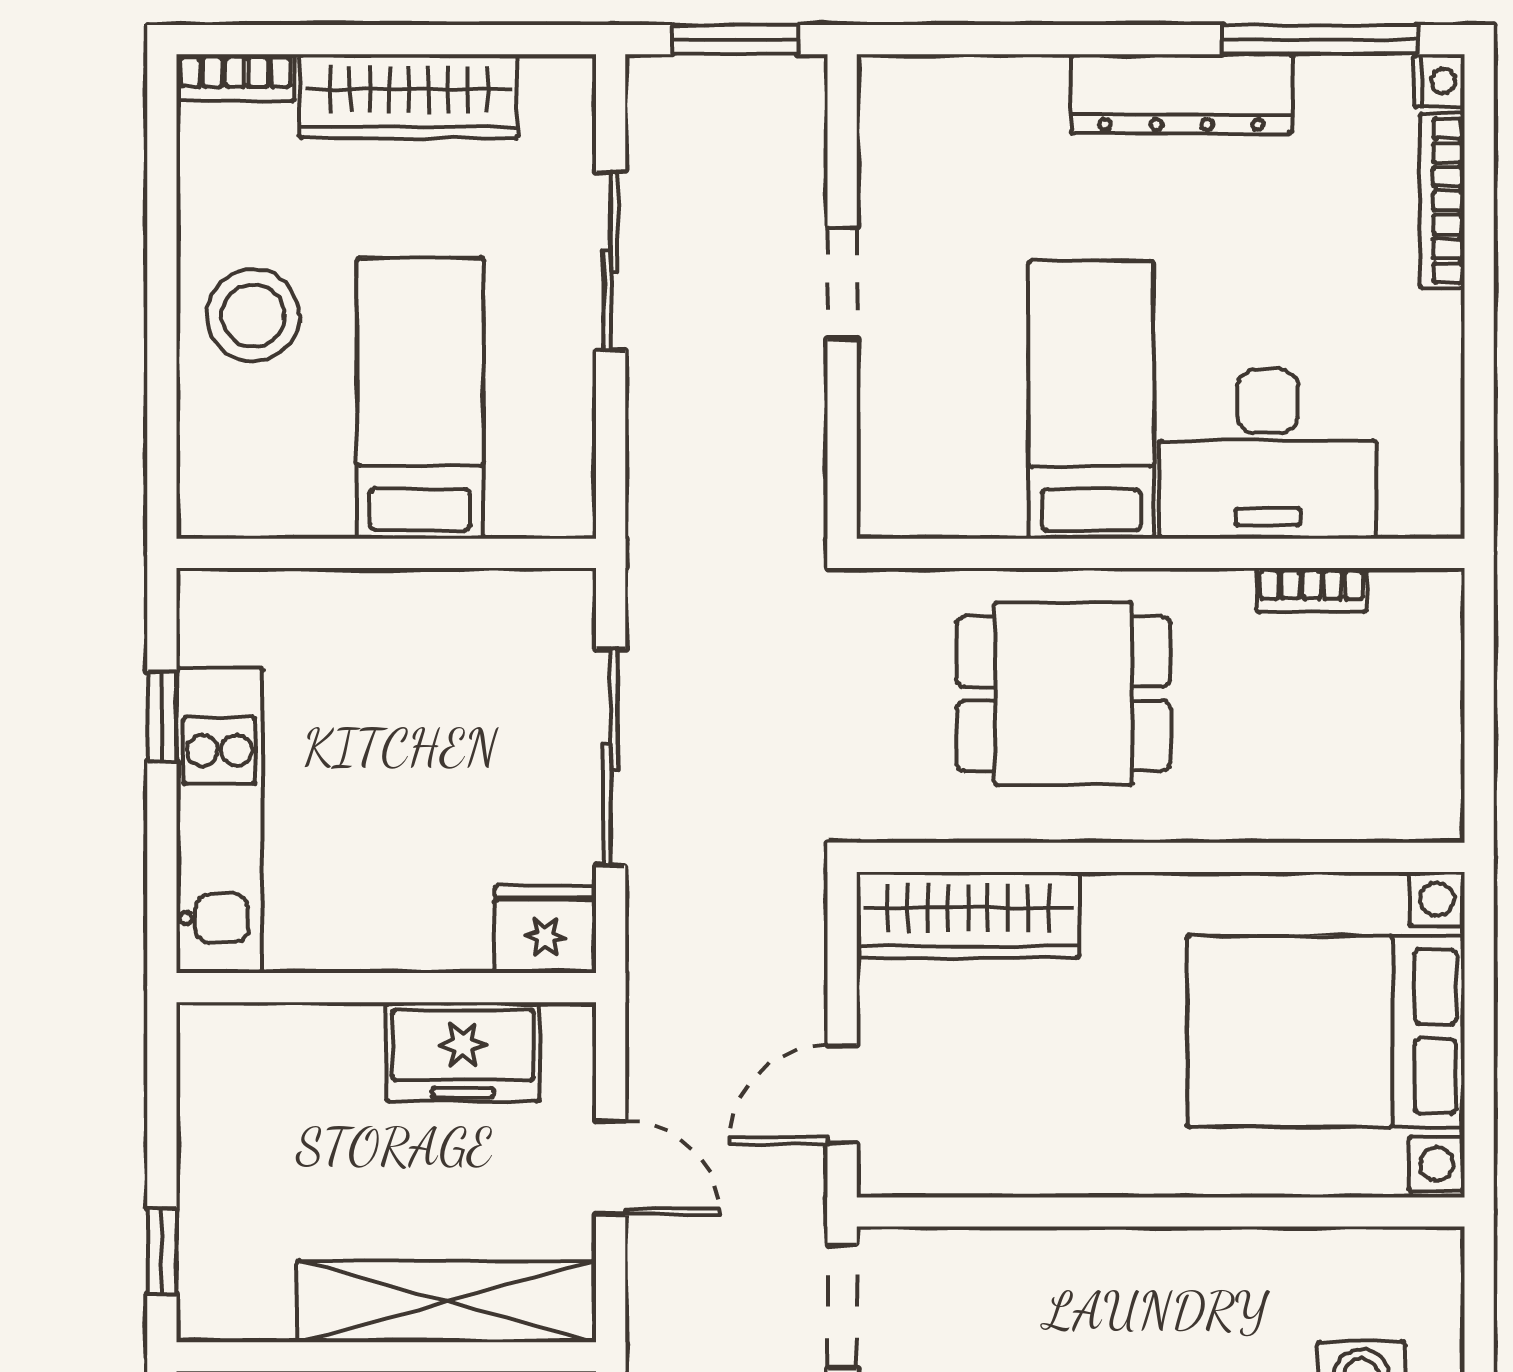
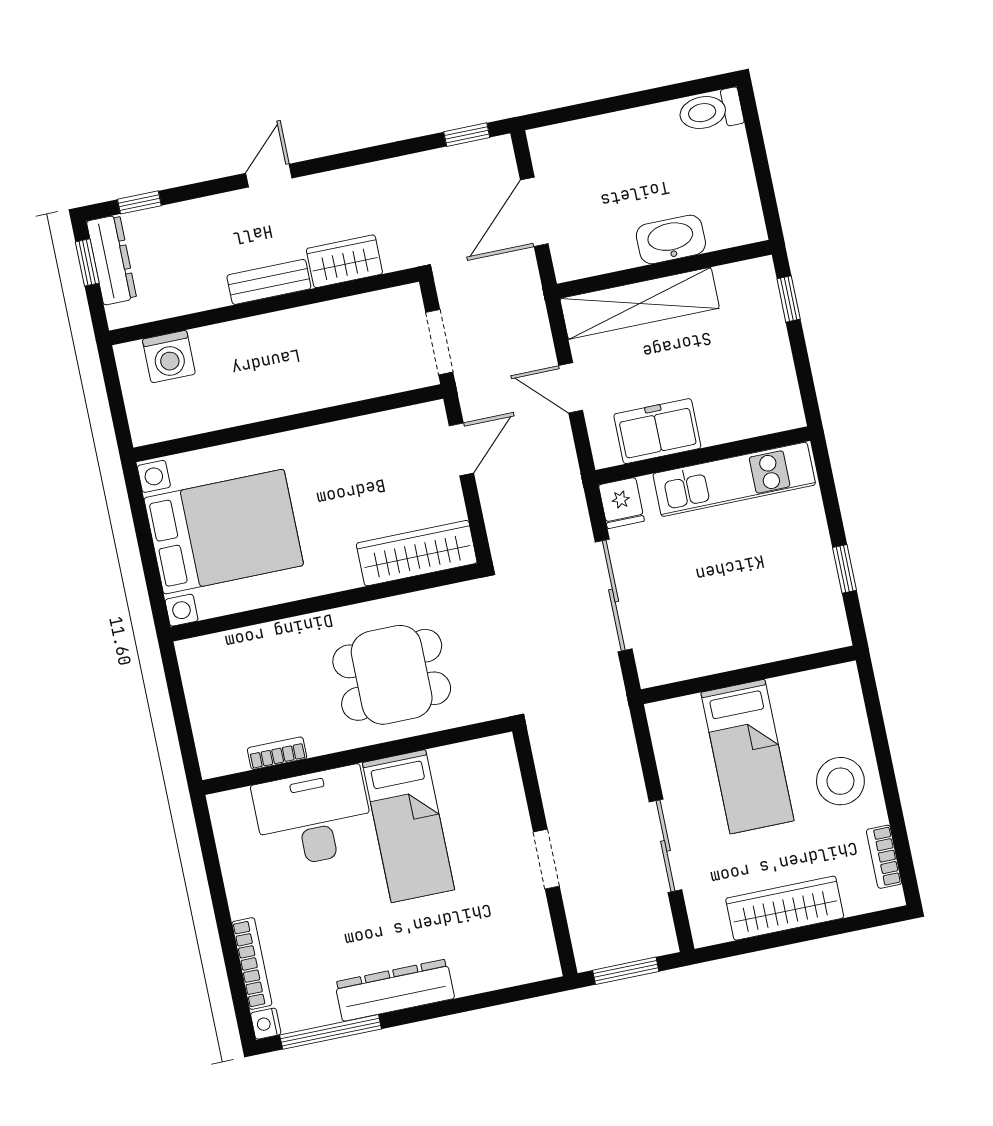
bookcase: (235, 78) -> (884, 857), moved, turned -90
kitchen unit: (219, 821) -> (734, 479), moved, turned -90
fridge: (545, 929) -> (621, 503), width x0.72

